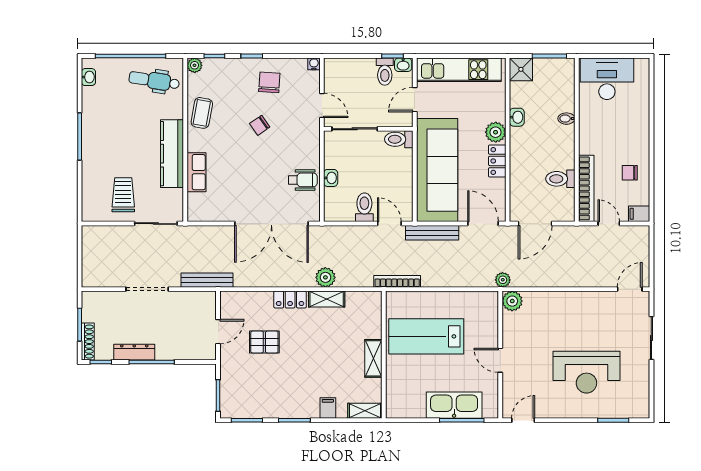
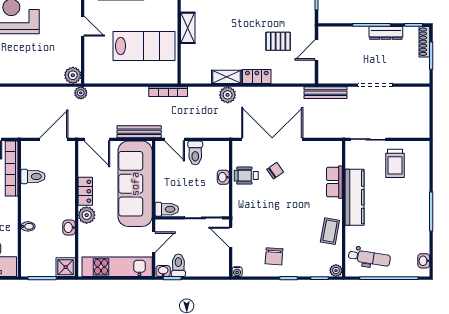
chair: (260, 125) -> (275, 171), moved

